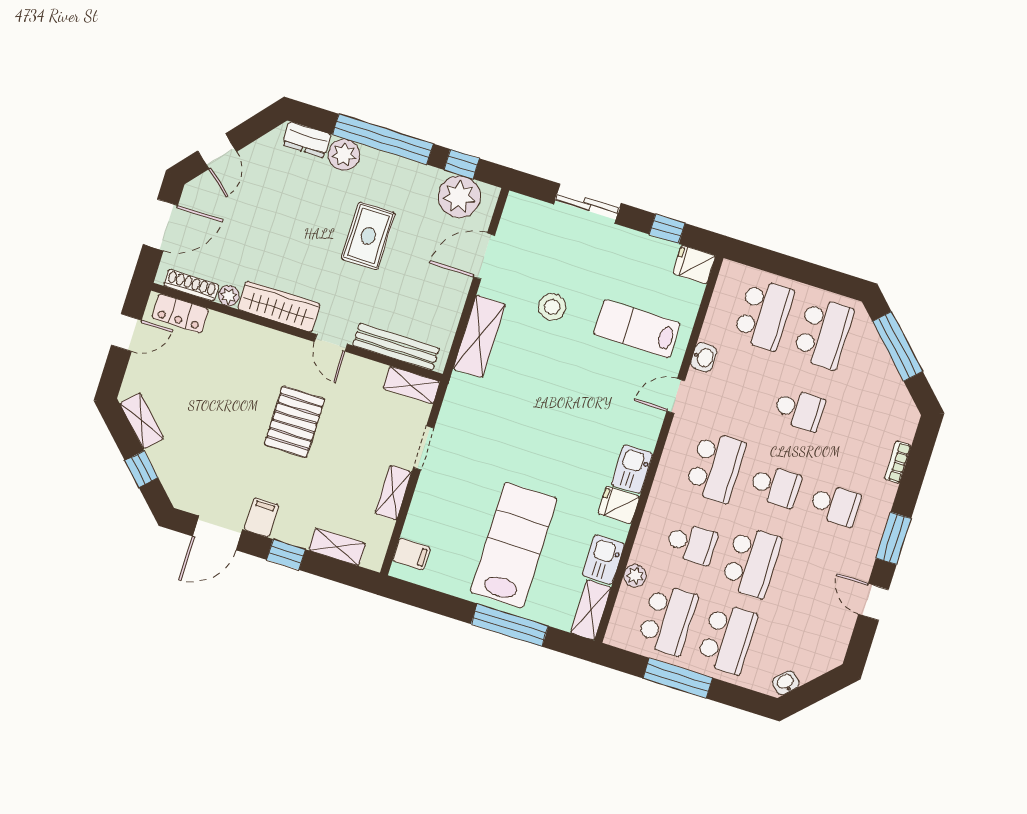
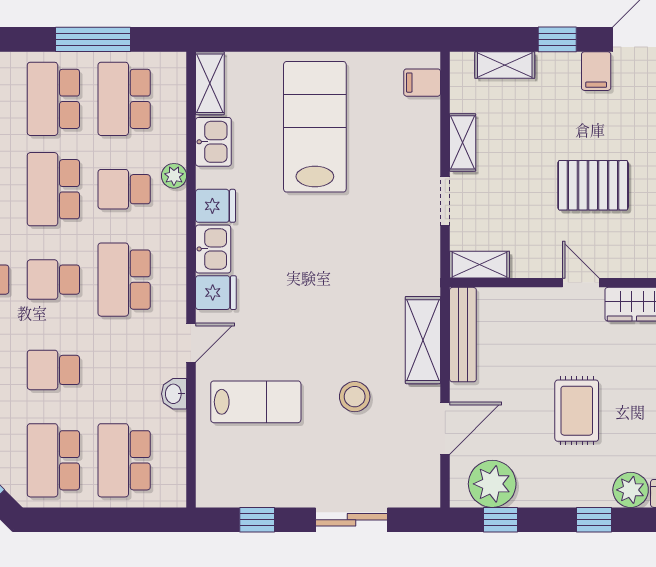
window: (383, 139) -> (594, 520), width x0.32
fridge: (694, 264) -> (216, 293), moved
bench: (396, 347) -> (463, 335), moved, turned 90
pallet: (295, 422) -> (593, 185), turned 90
lab bench: (514, 545) -> (315, 127), turned 180
plant: (635, 576) -> (174, 176), moved
window: (510, 625) -> (292, 39), removed

